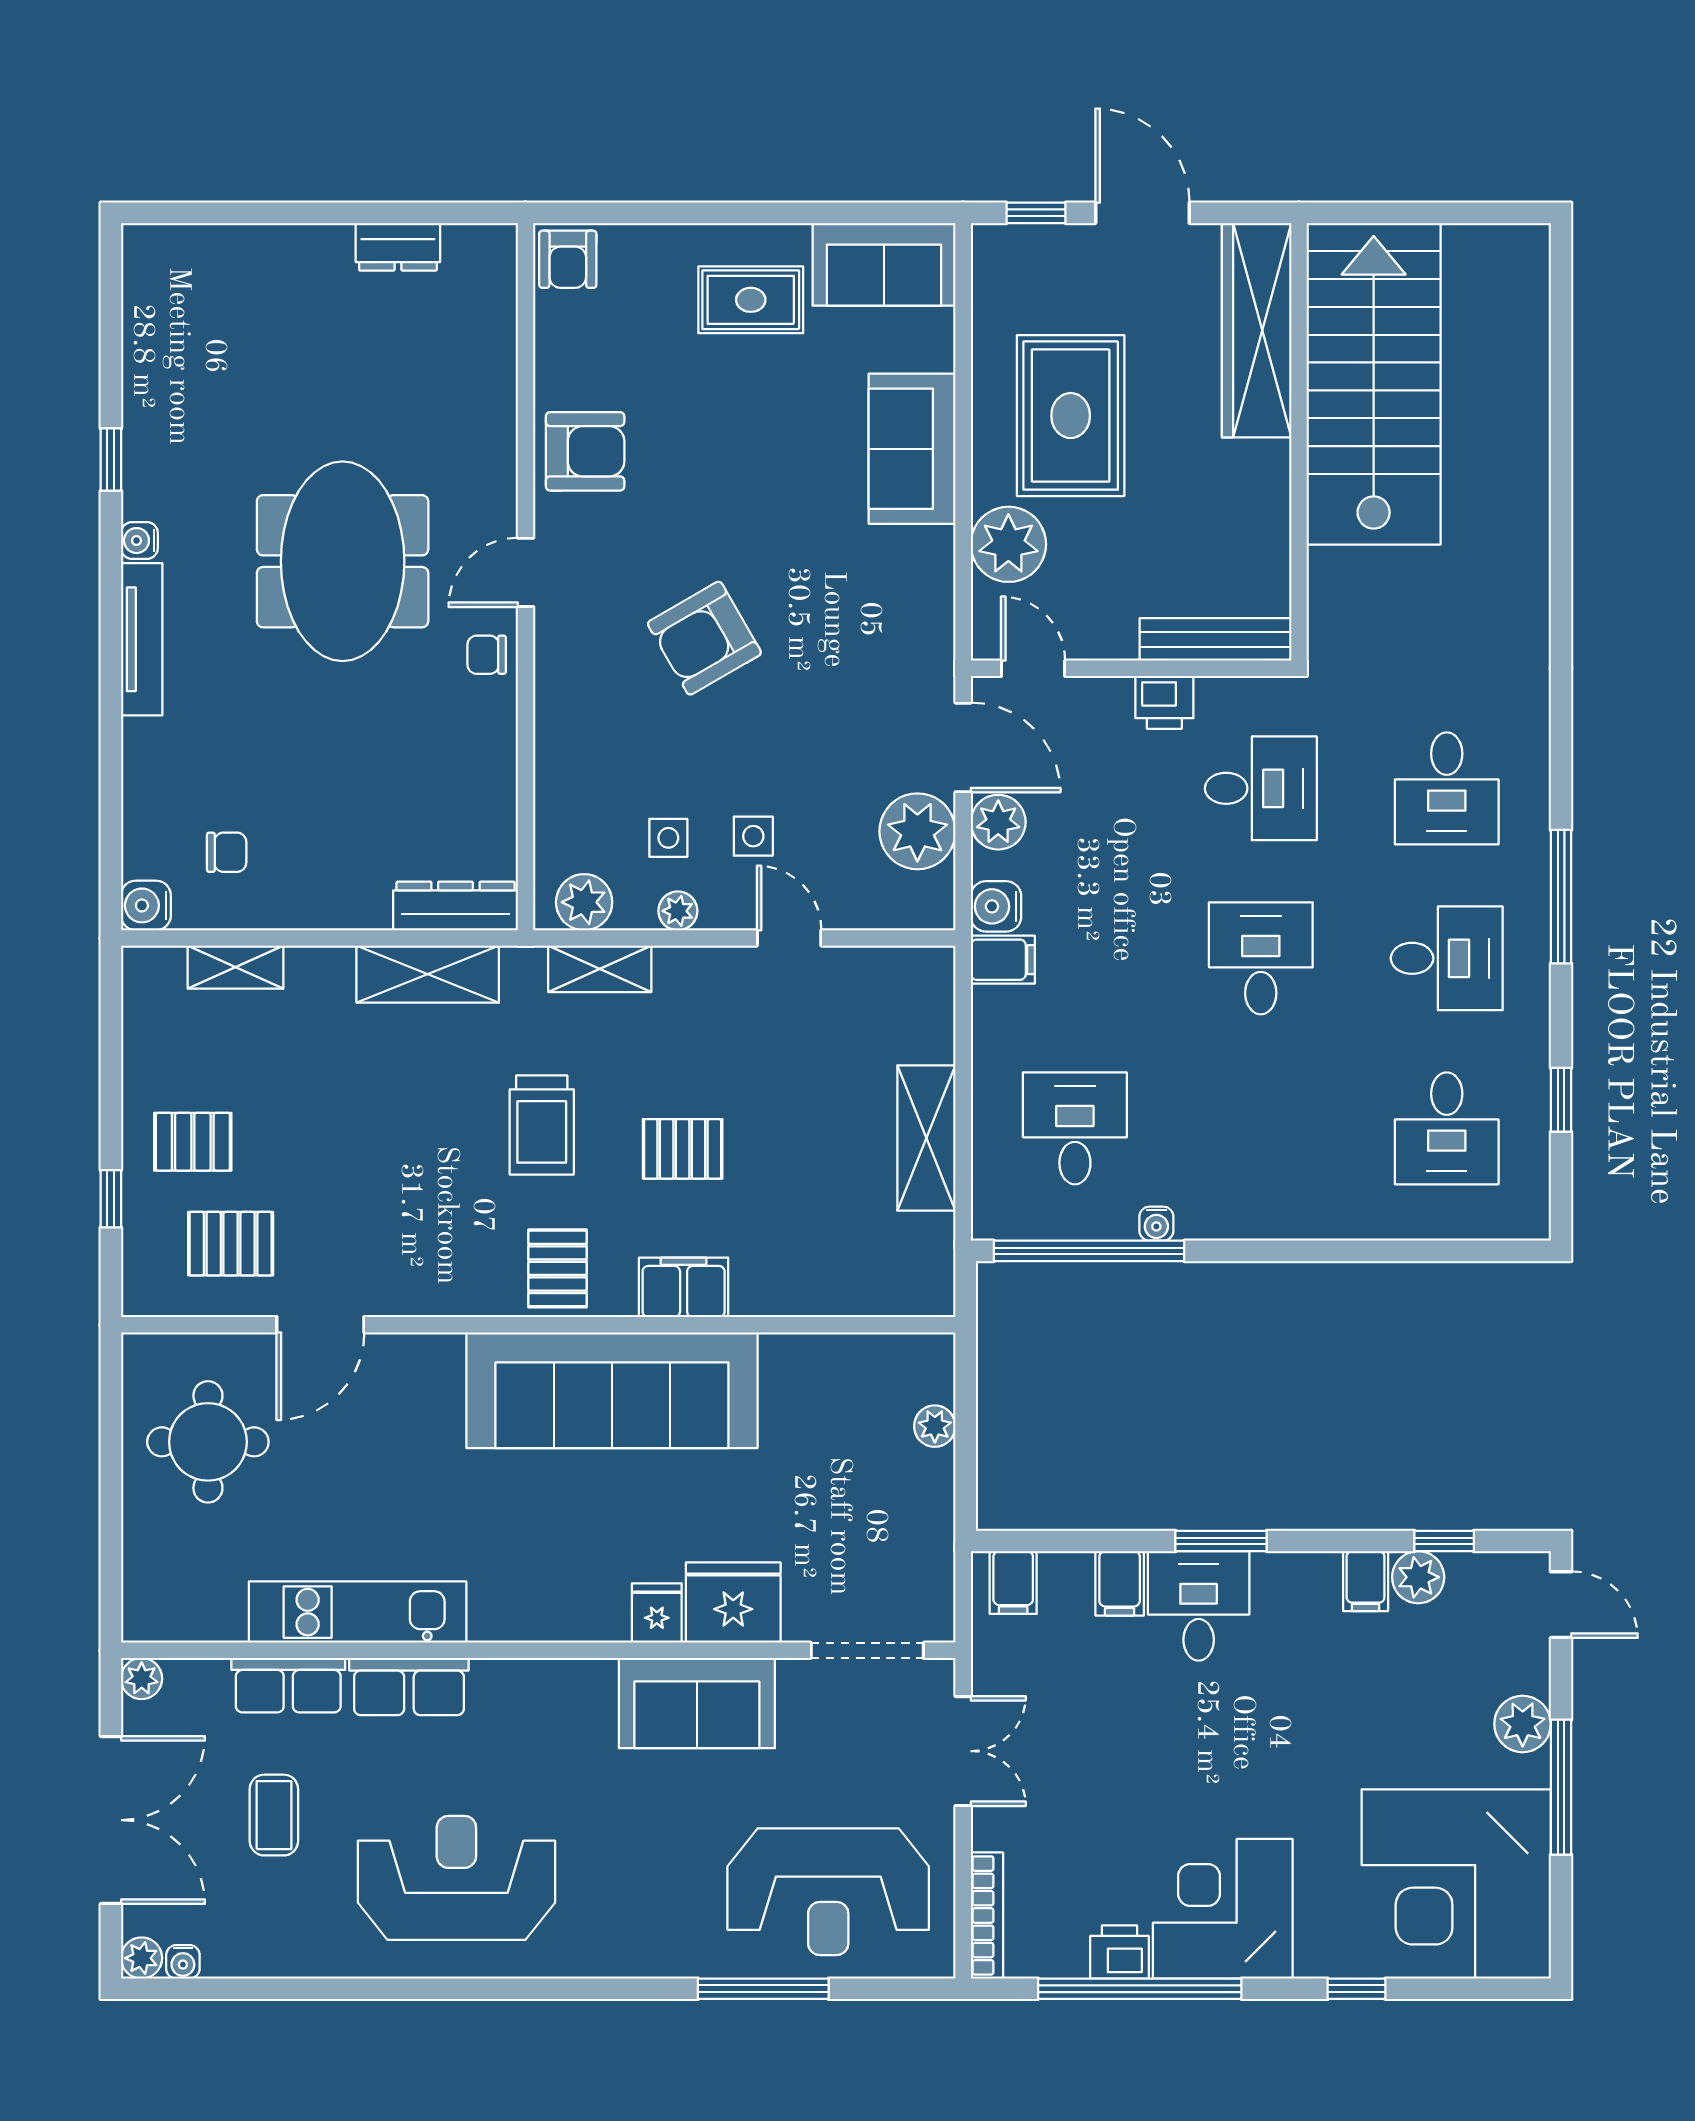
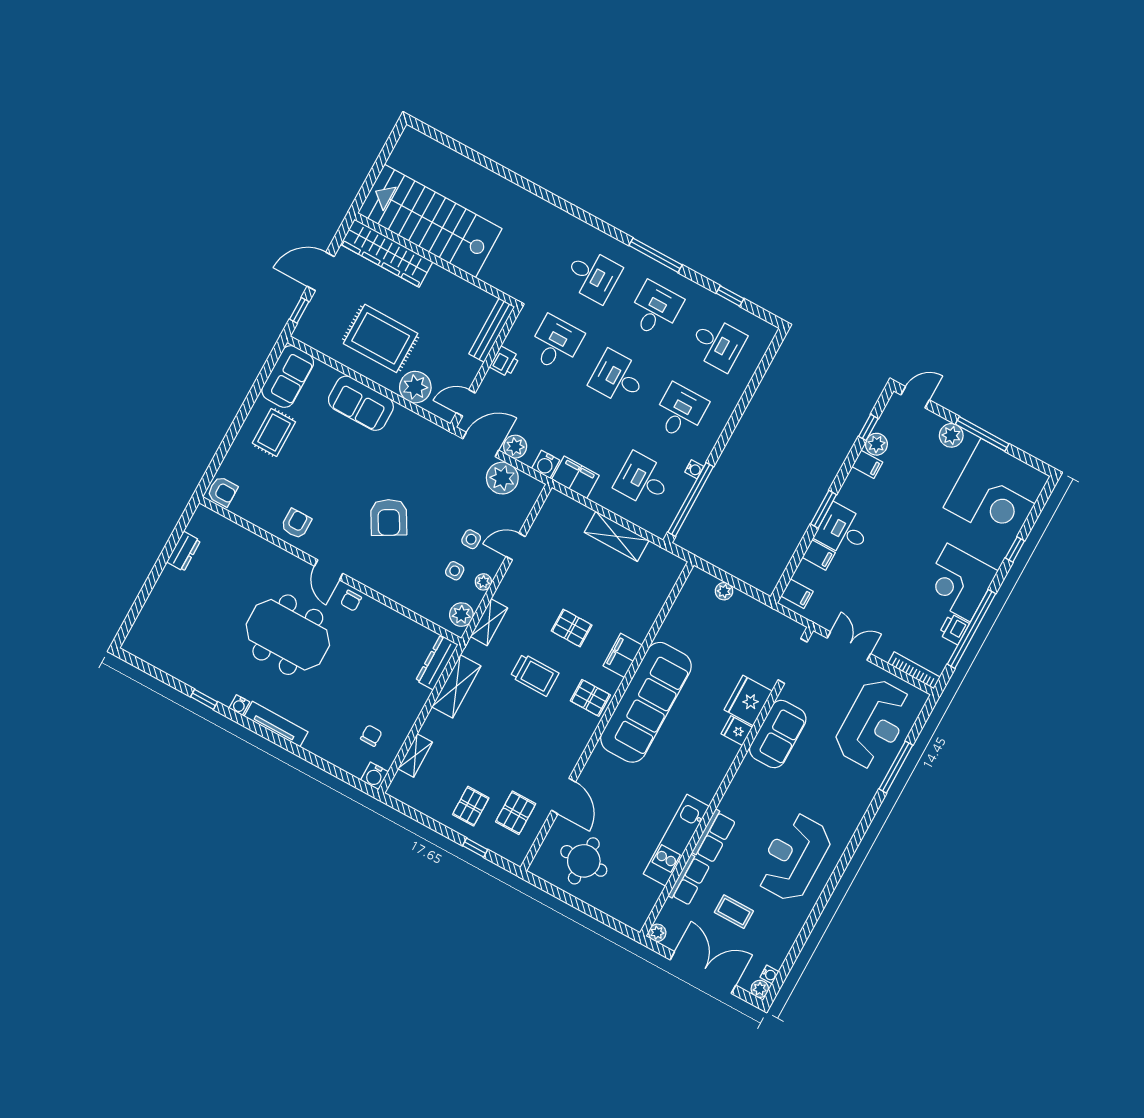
armchair: (585, 451) -> (296, 524), width x0.72, depth x0.72
filing cabinet: (1003, 960) -> (575, 477), width x2.00
desk: (1261, 1128) -> (680, 412), added
pallet: (683, 1149) -> (572, 628), turned 90

